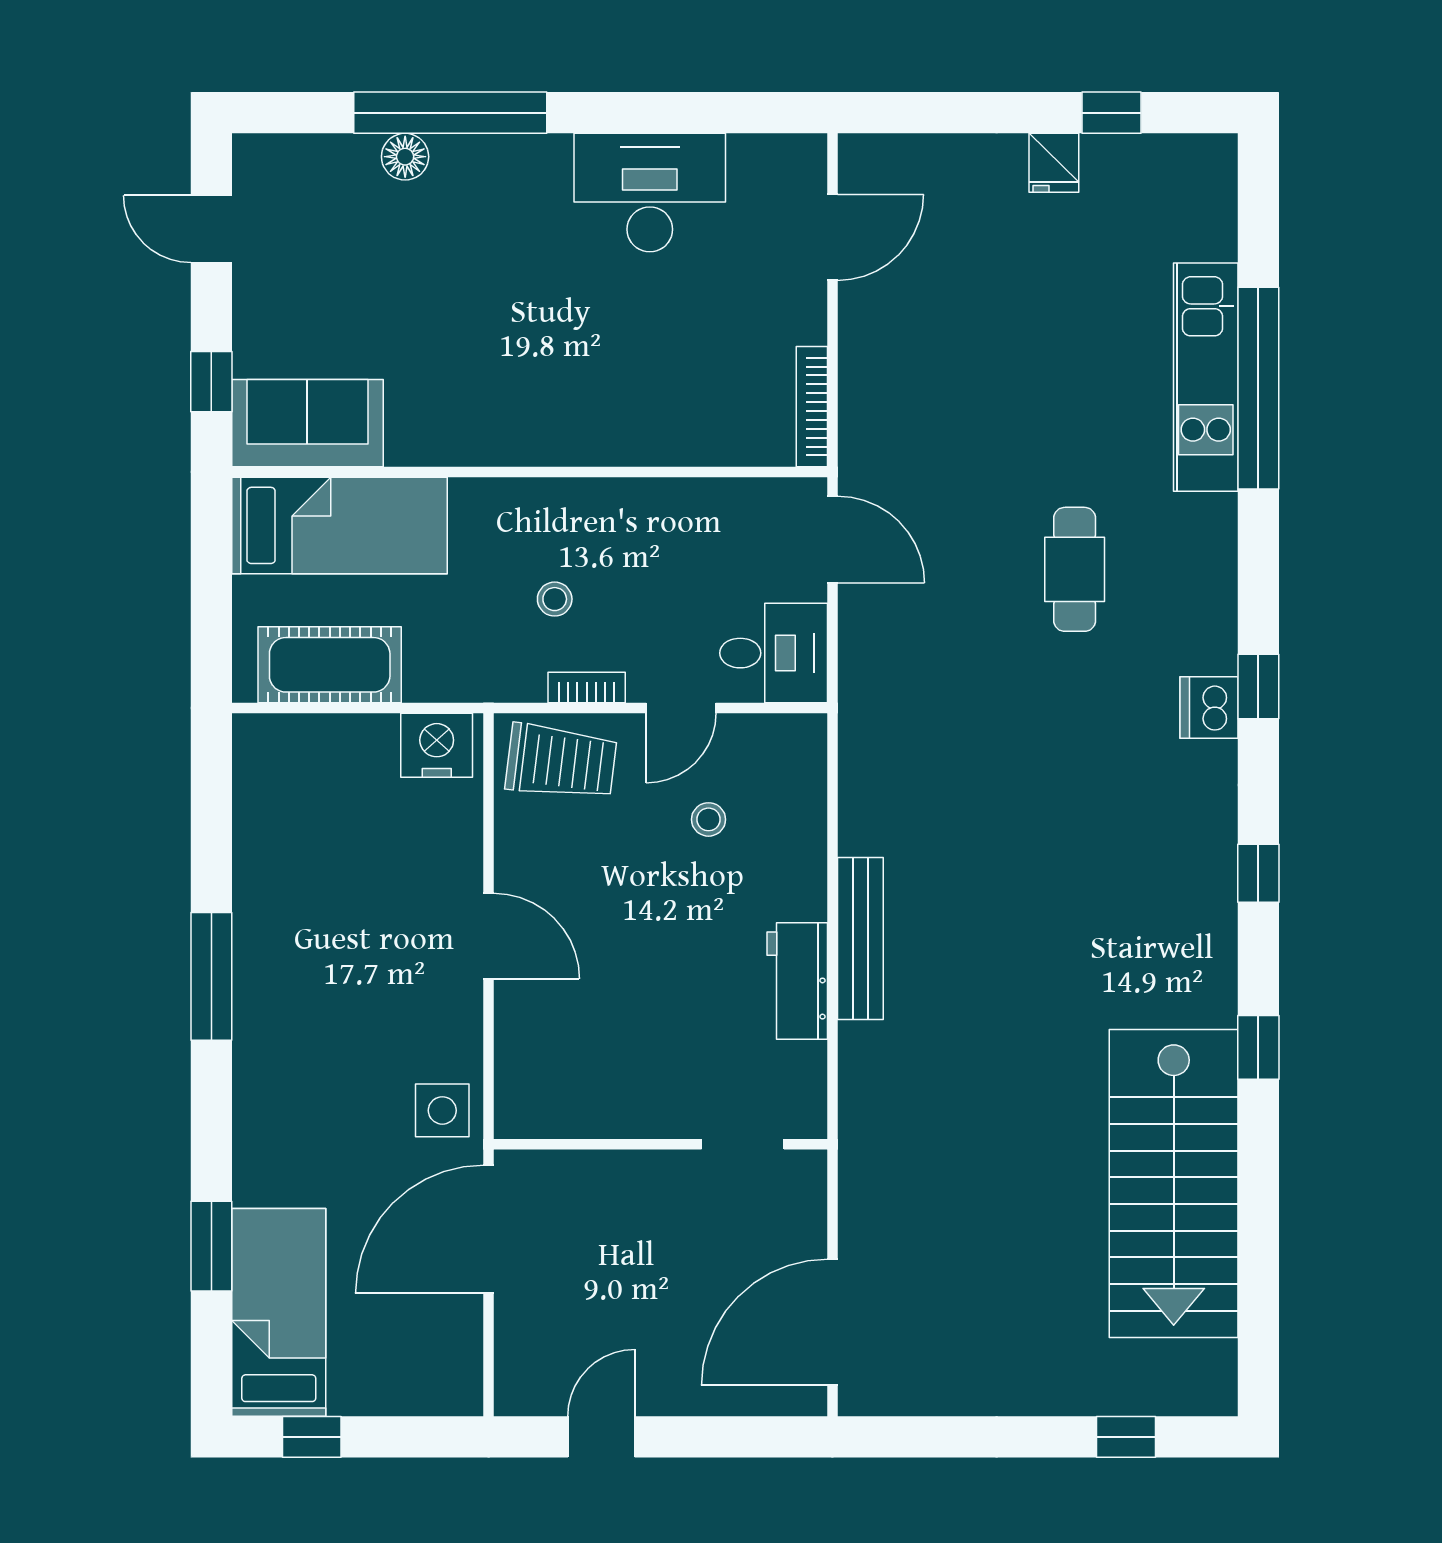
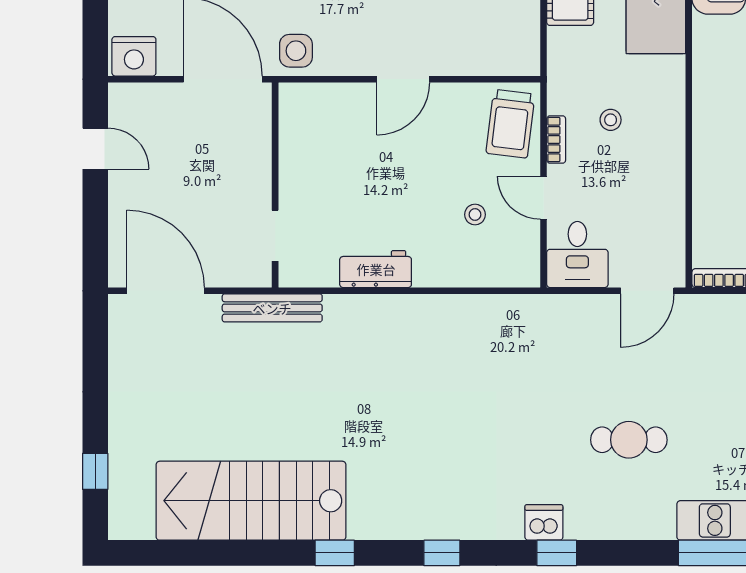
nightstand: (437, 745) -> (134, 56), moved, turned 90
bench: (860, 938) -> (272, 308), moved

